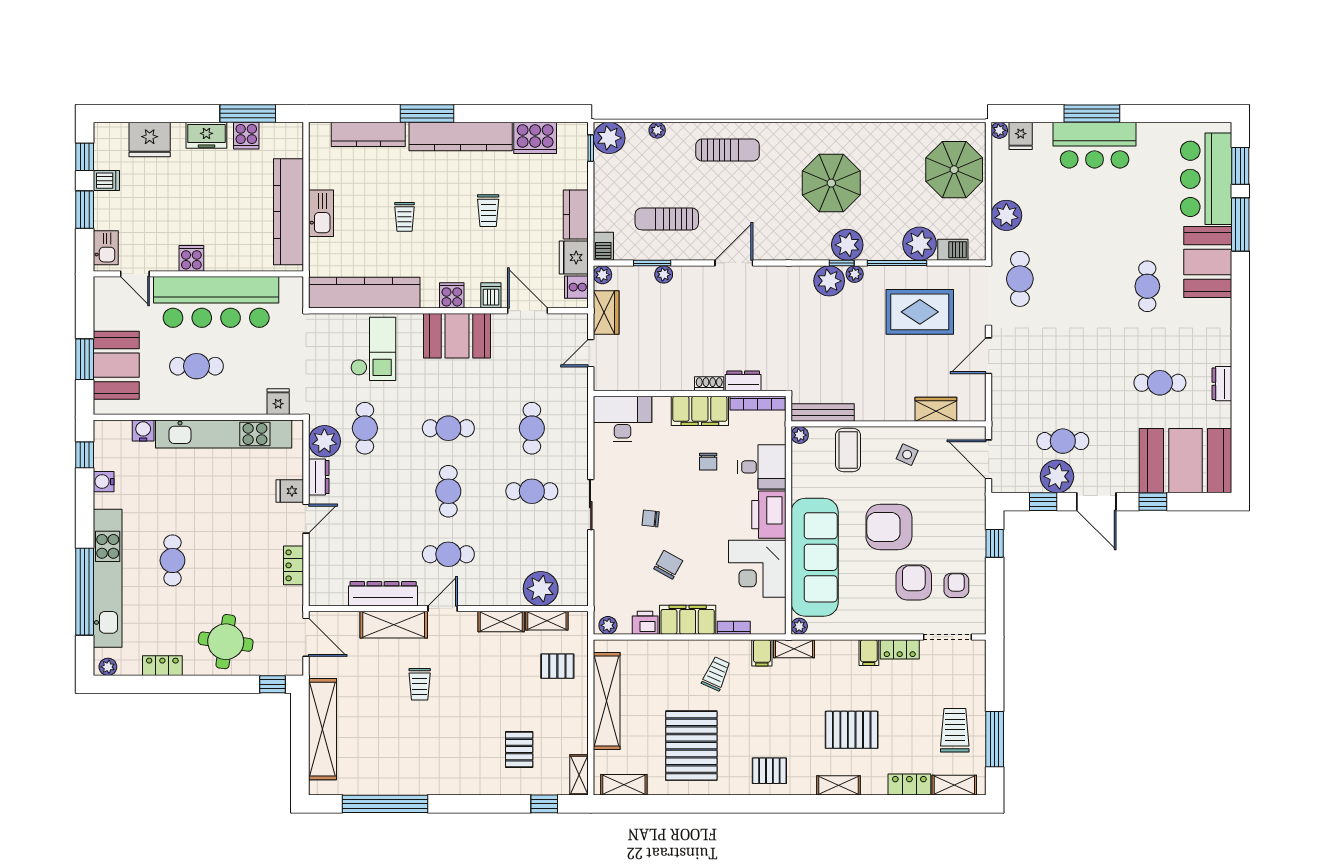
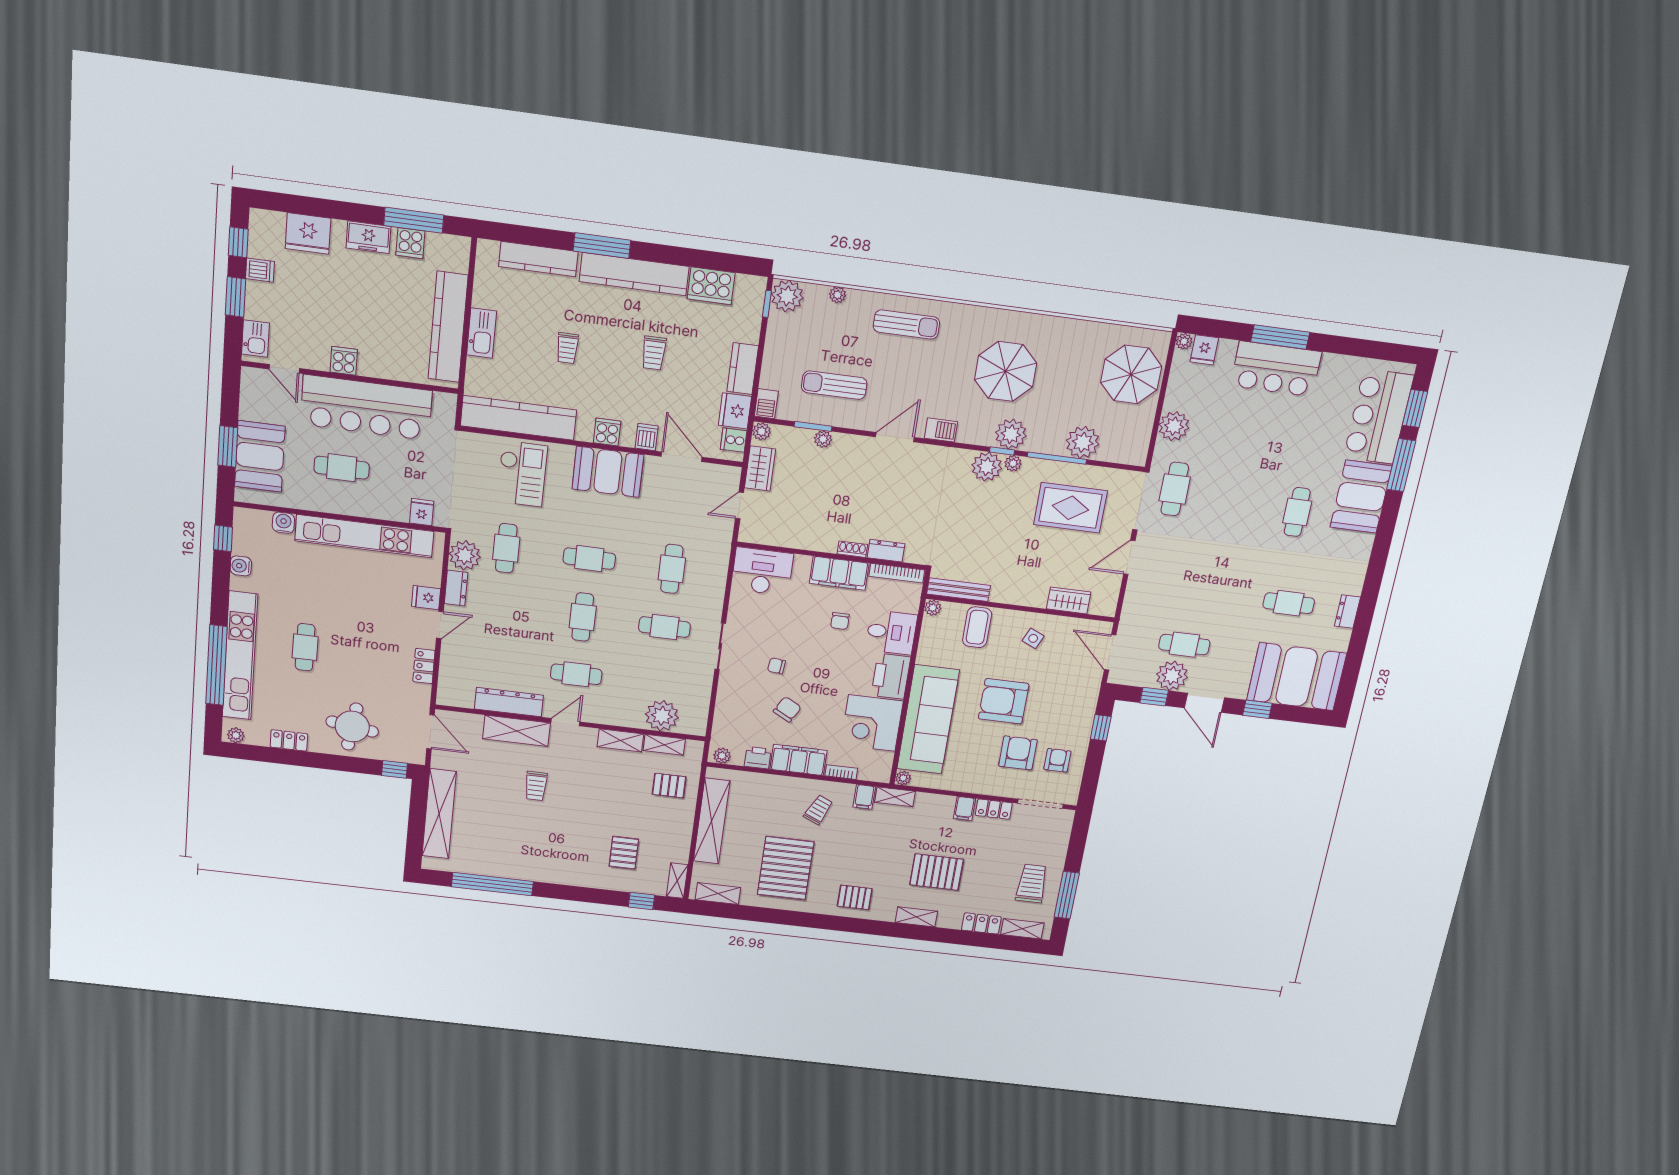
barbecue: (953, 250) -> (941, 430), moved

